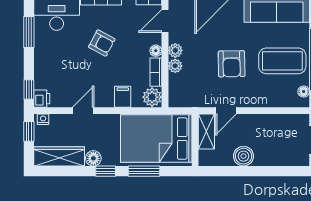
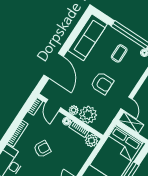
coffee table: (282, 61) -> (119, 53), width x0.54, depth x0.58
plant: (175, 66) -> (88, 115), width x1.88, depth x1.88
filing cabinet: (123, 97) -> (80, 157), removed

